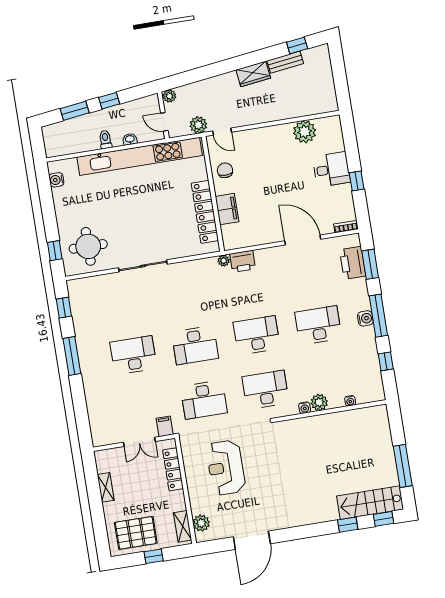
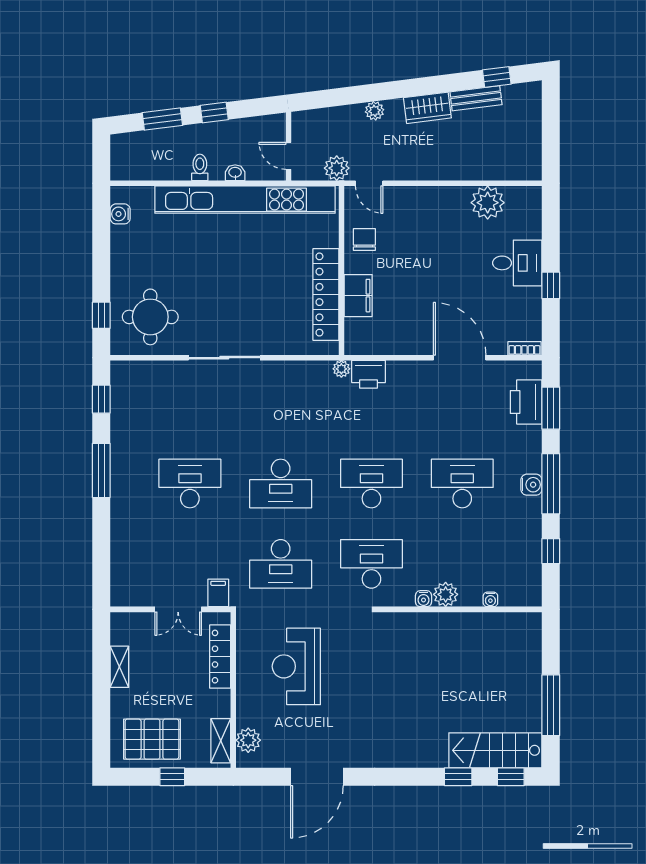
plant: (170, 96) -> (375, 111), moved

